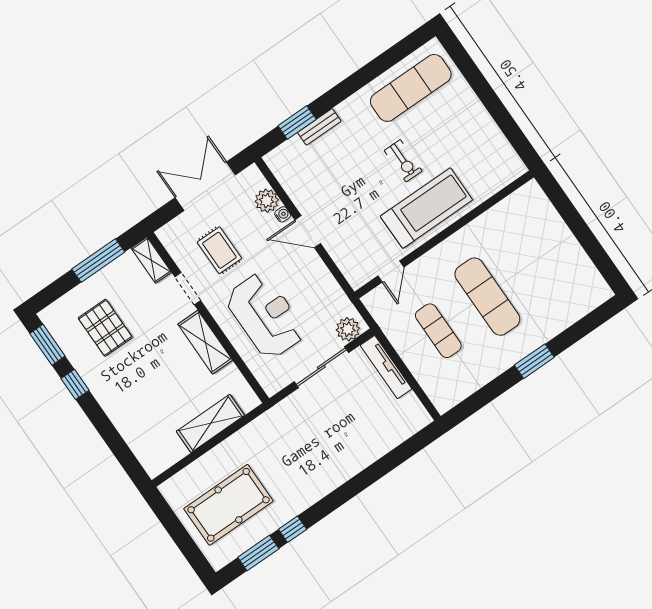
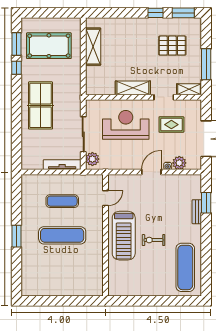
door: (391, 272) -> (105, 198), swing flipped
reception desk: (265, 316) -> (126, 125), turned 180
shelving: (210, 423) -> (93, 47), moved
table tennis table: (323, 457) -> (40, 105), added
pool table: (228, 505) -> (49, 46), turned 90

